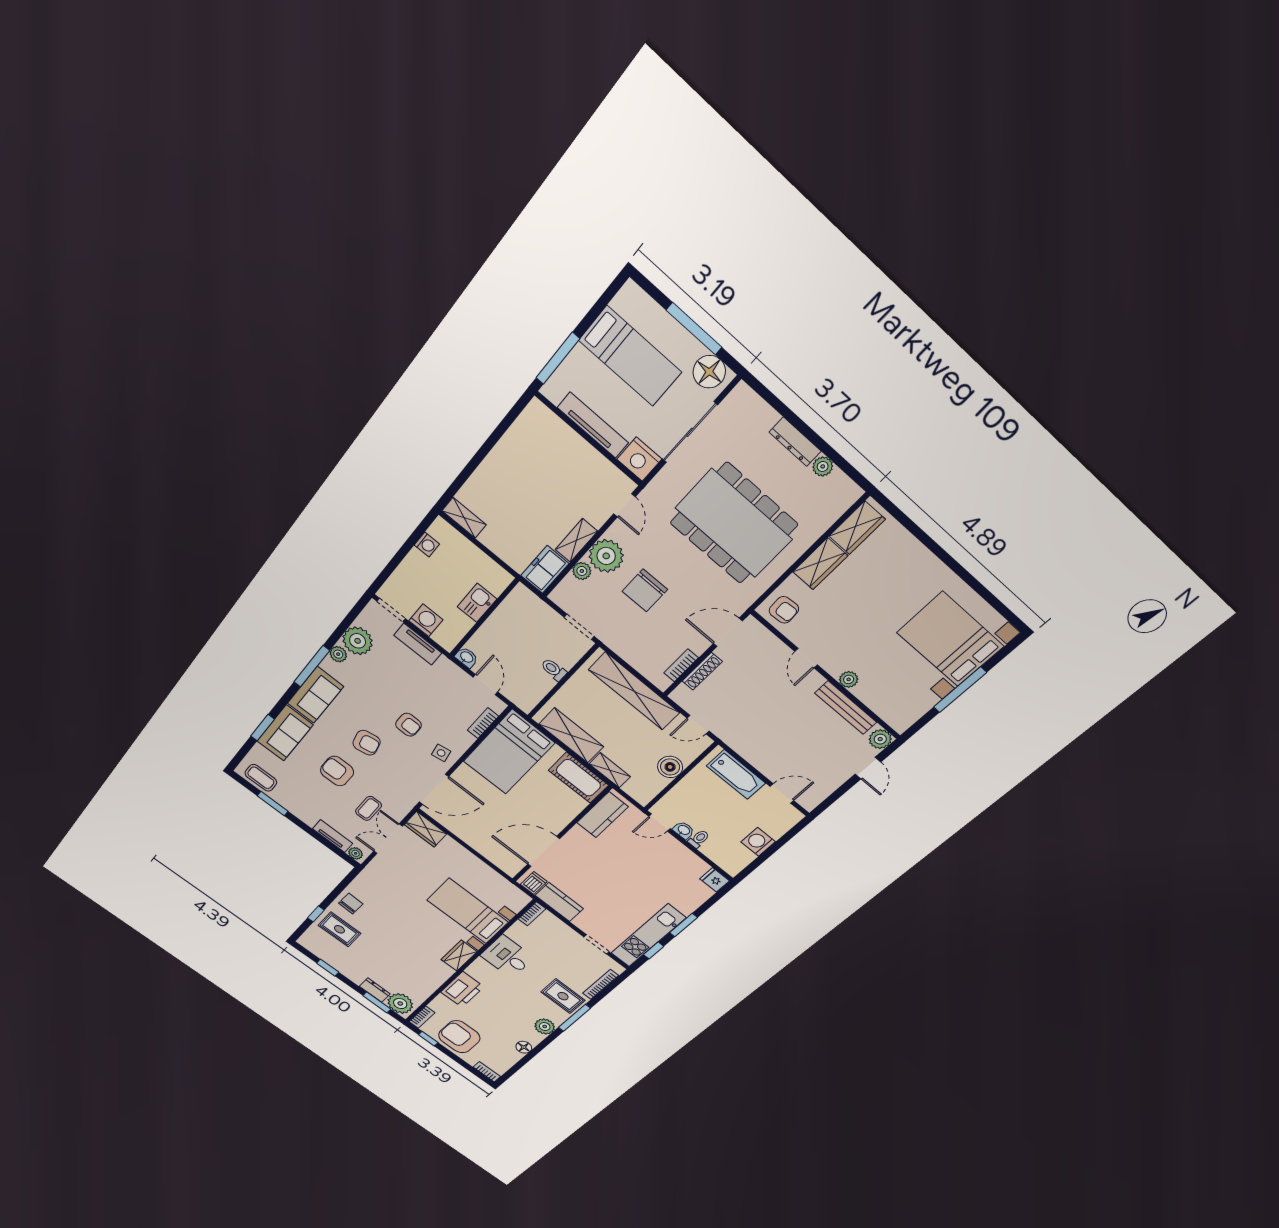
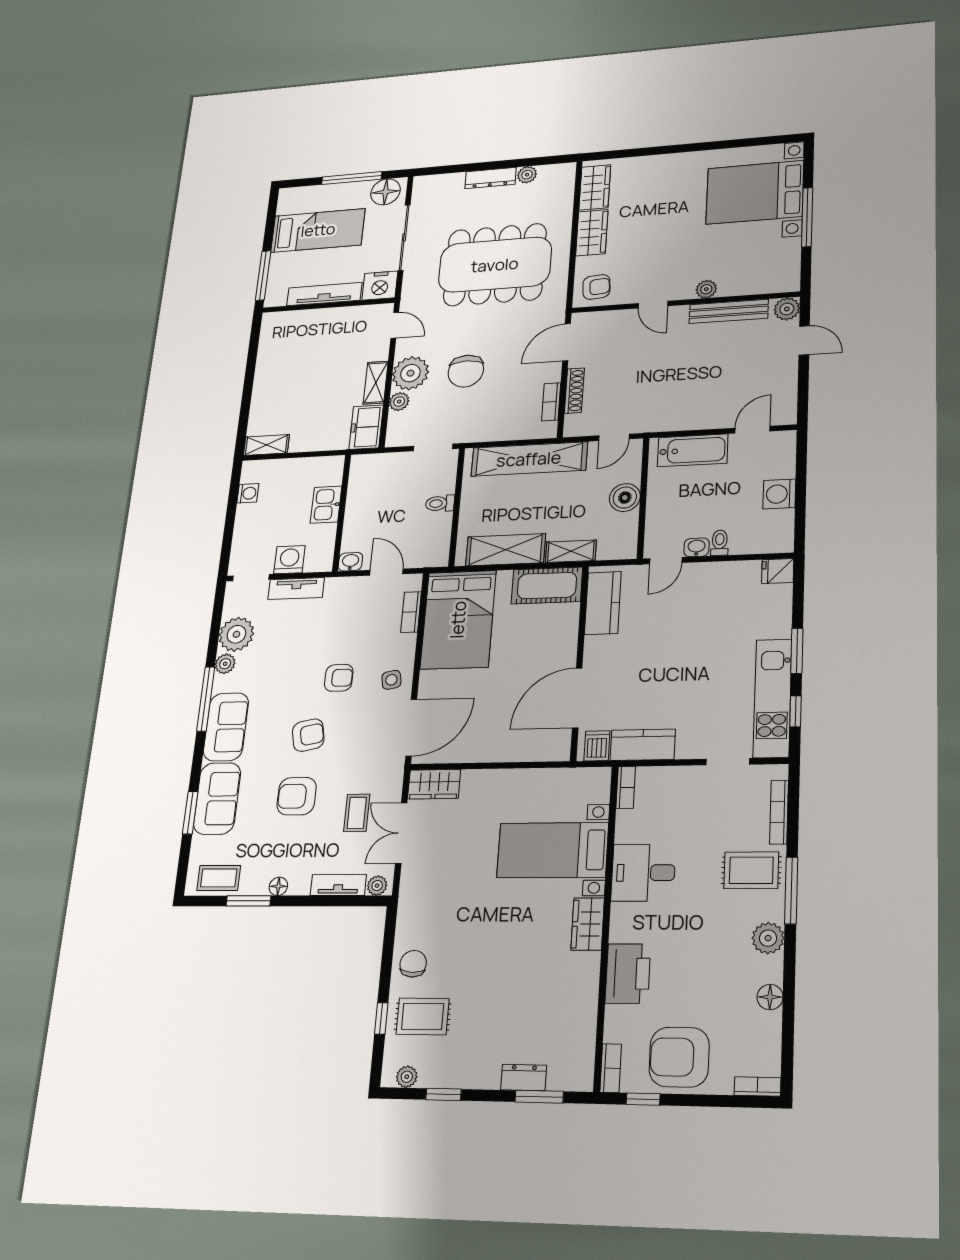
floor lamp: (296, 810) -> (278, 886), added
plant: (400, 1004) -> (407, 1077), moved, width x0.53, depth x0.53

